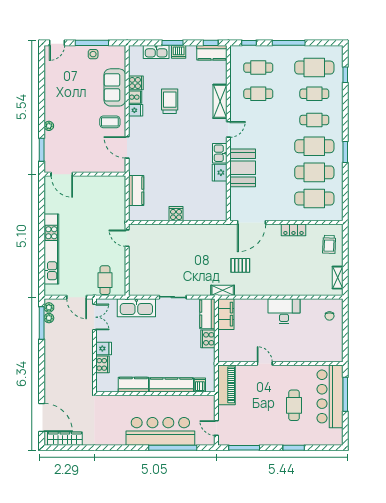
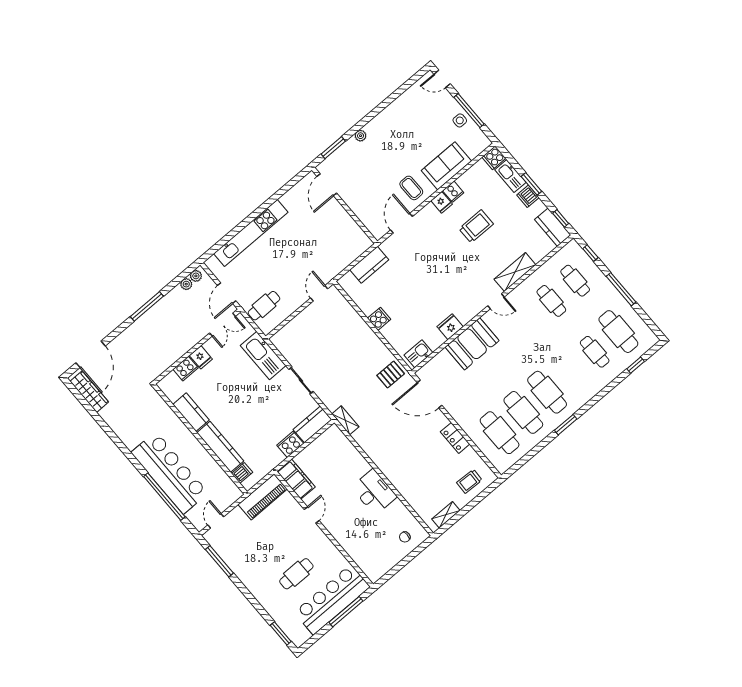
cooker: (136, 83) -> (494, 158), moved, turned 90
cafe table: (314, 120) -> (571, 372), removed
kitchen sink: (220, 153) -> (418, 354), moved
pallet: (240, 265) -> (391, 375), moved, turned 90
filing cabinet: (226, 314) -> (296, 479), moved, turned -90
window: (42, 323) -> (147, 306), moved
window: (294, 448) -> (281, 633), moved

